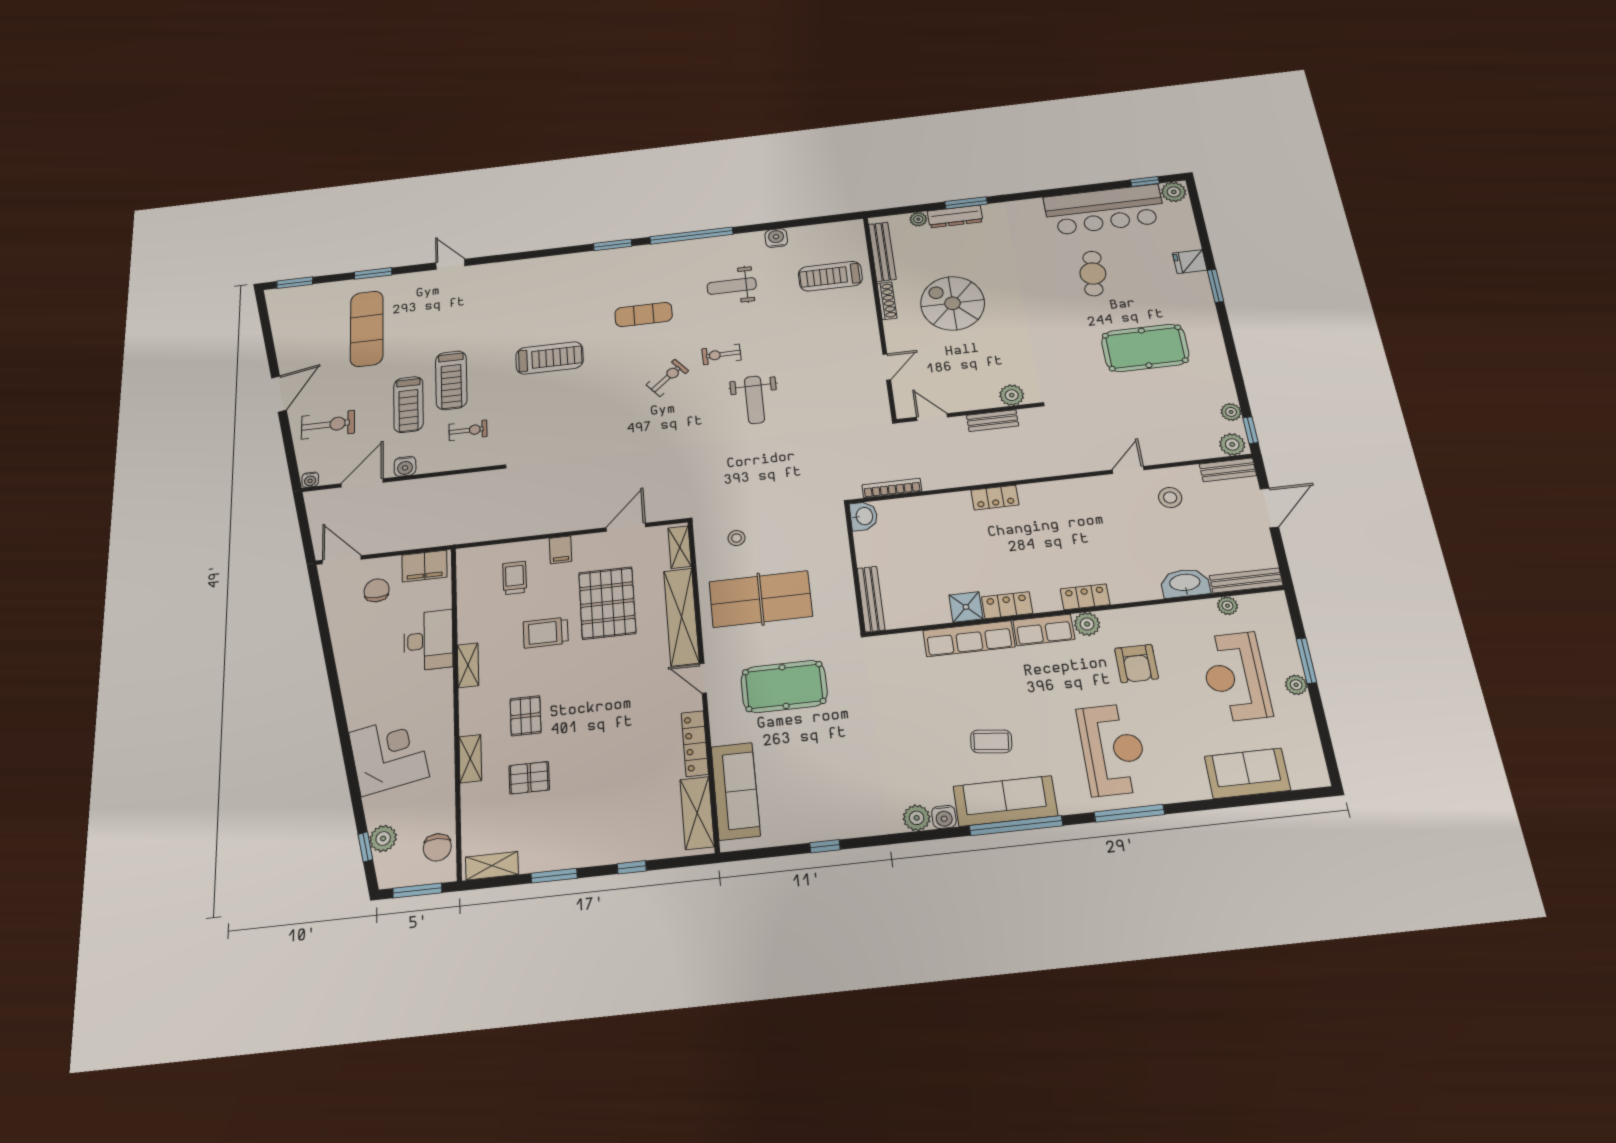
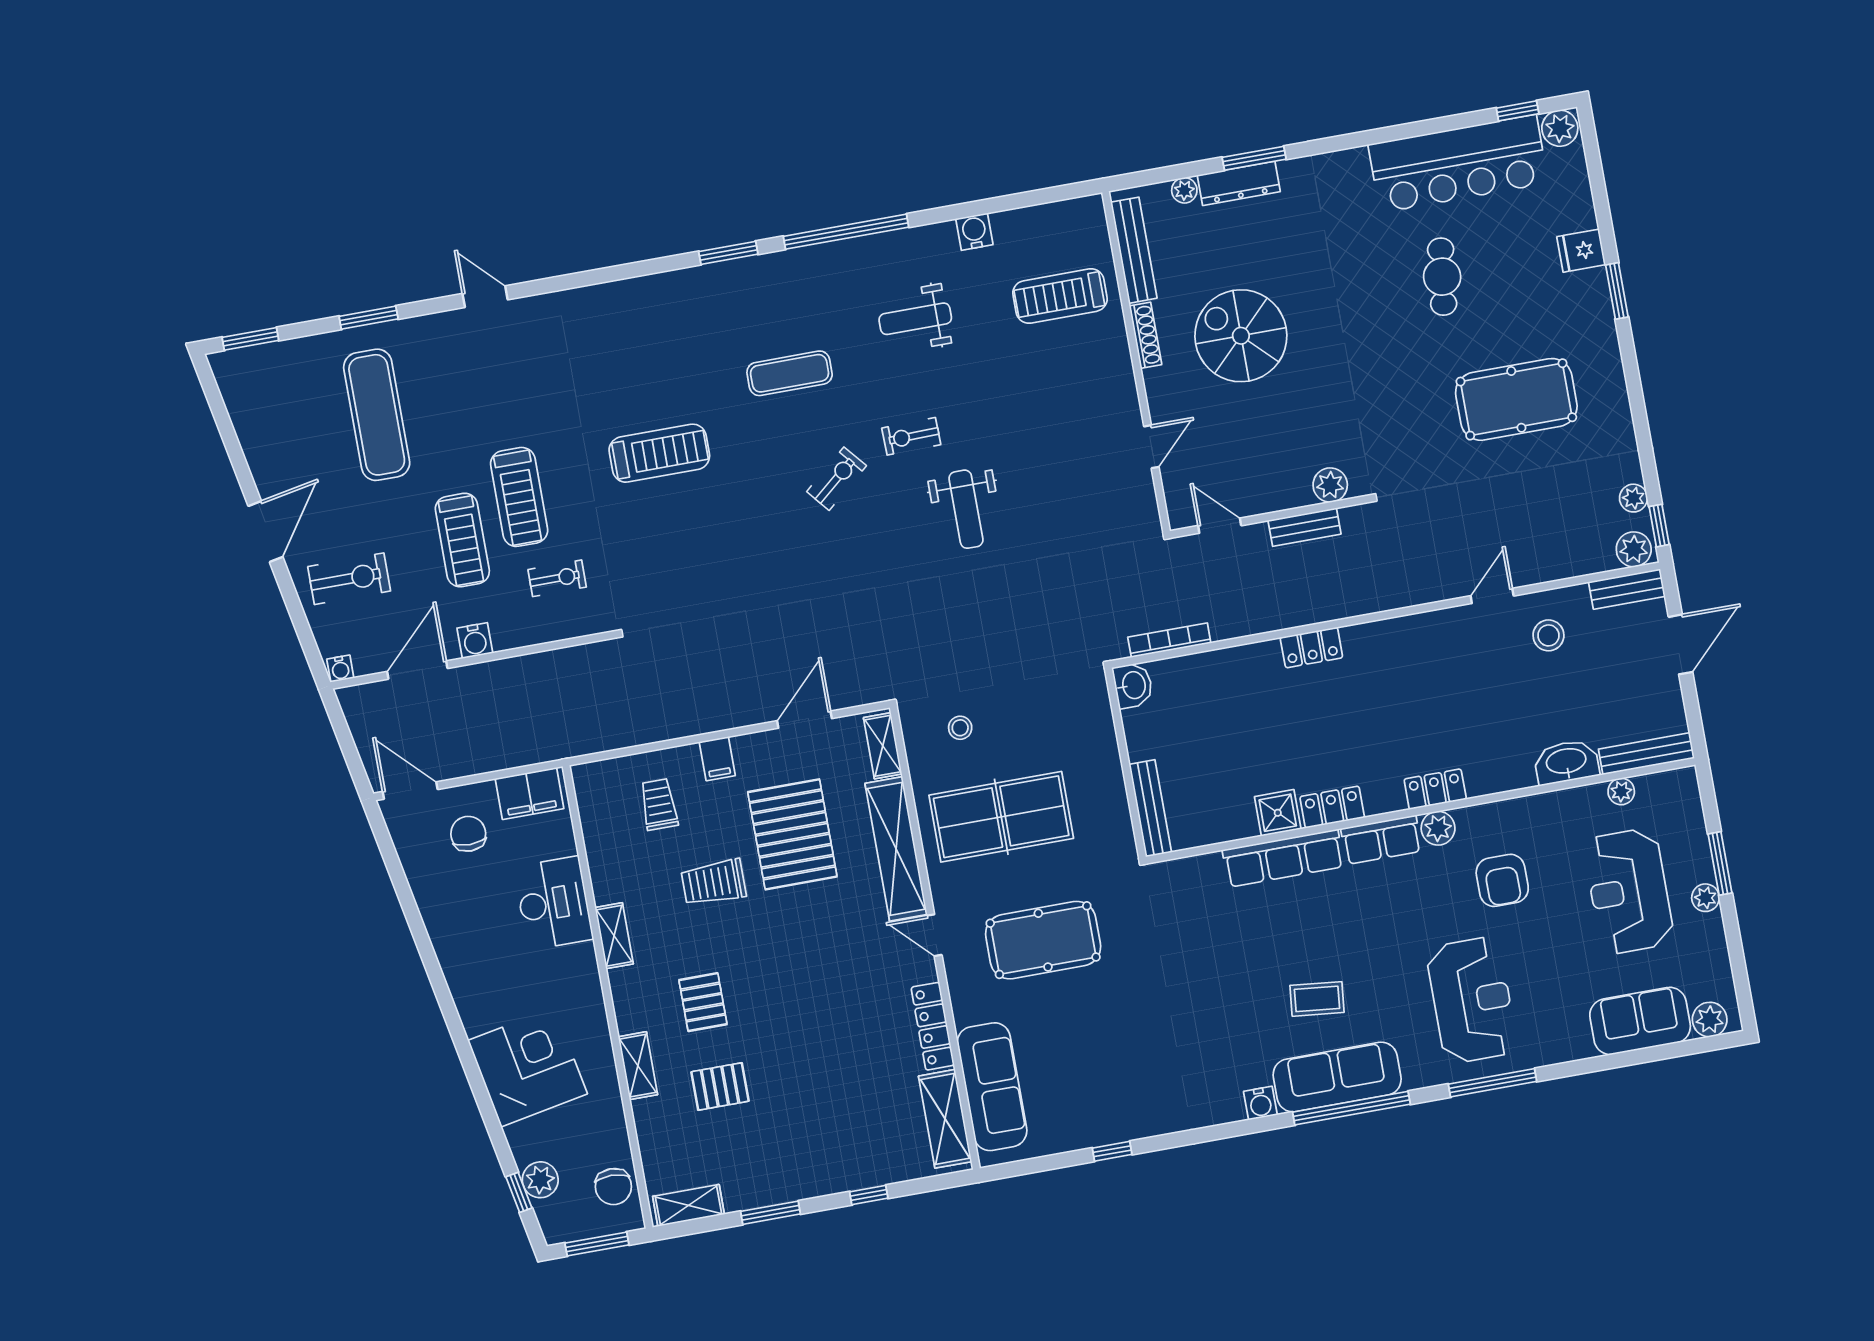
plant: (917, 818) -> (1710, 1020), moved

